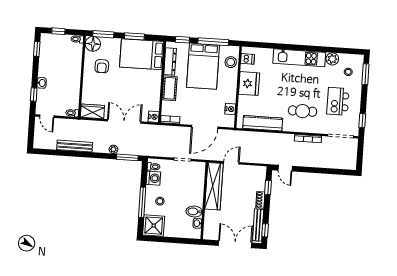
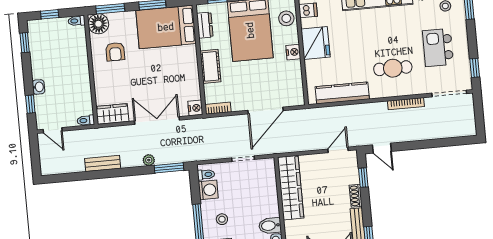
dresser: (170, 62) -> (205, 25), width x0.70
nightstand: (230, 109) -> (293, 52), moved
bench: (75, 146) -> (103, 163), width x0.73
door: (231, 163) -> (338, 150), moved

